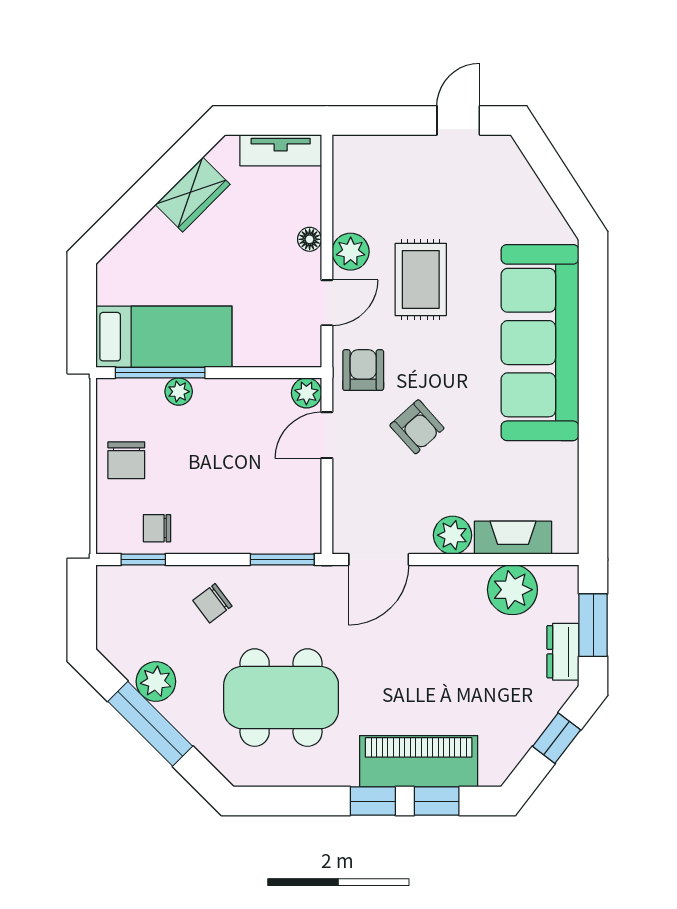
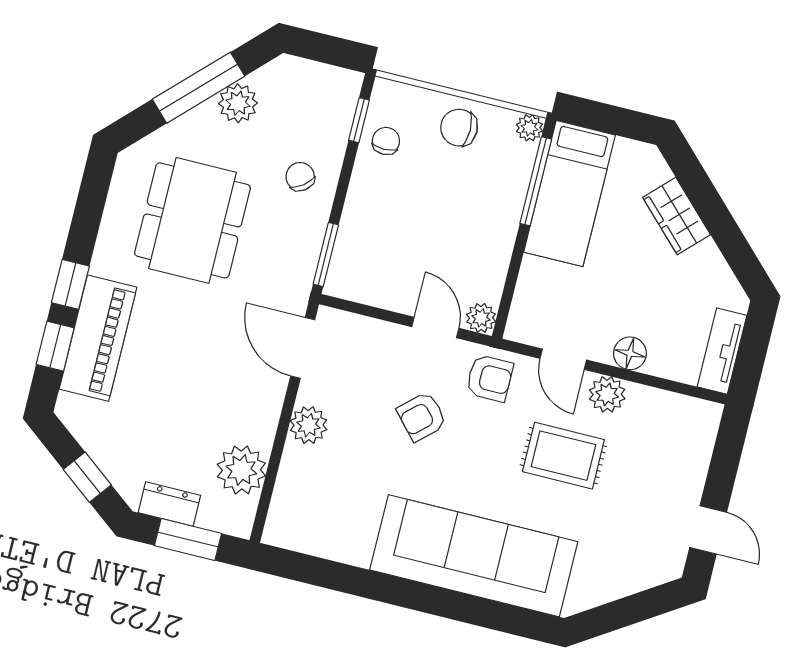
wardrobe: (193, 194) -> (677, 216), moved
floor lamp: (310, 239) -> (630, 353), width x1.37, depth x1.37
plant: (179, 392) -> (530, 128), moved
fireplace: (513, 538) -> (292, 483), removed

